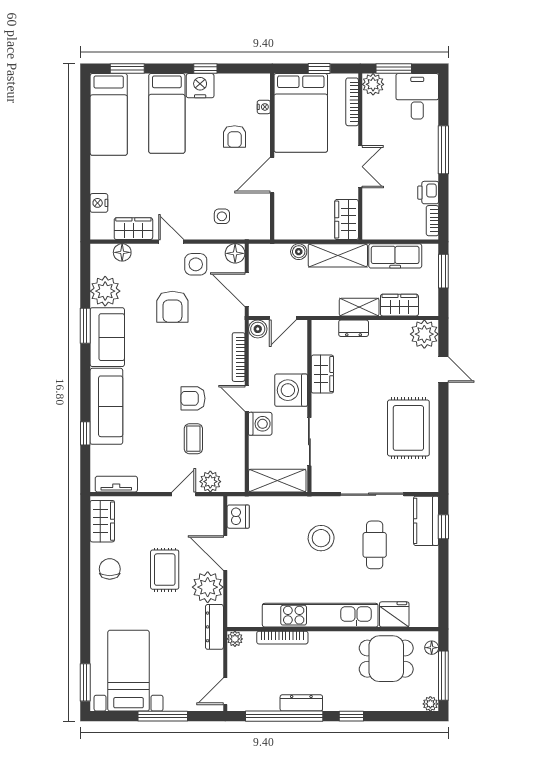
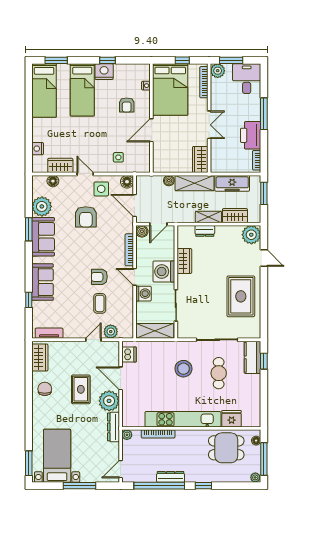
printer: (428, 193) -> (251, 135), width x1.87, depth x1.48
sofa: (106, 406) -> (43, 282), width x0.73

